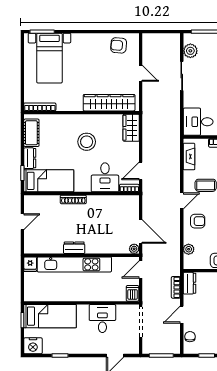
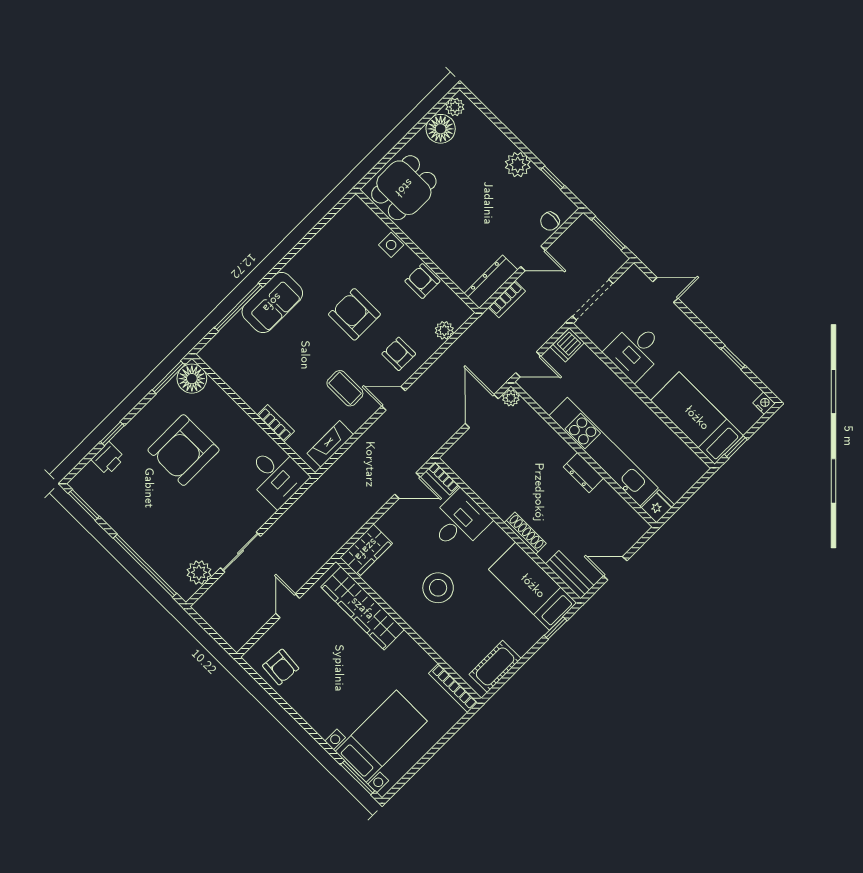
dresser: (30, 158) -> (528, 637), removed
bench: (38, 201) -> (570, 575), added
dresser: (189, 283) -> (491, 282), width x1.44
nightstand: (33, 346) -> (764, 403), width x0.53, depth x0.56

